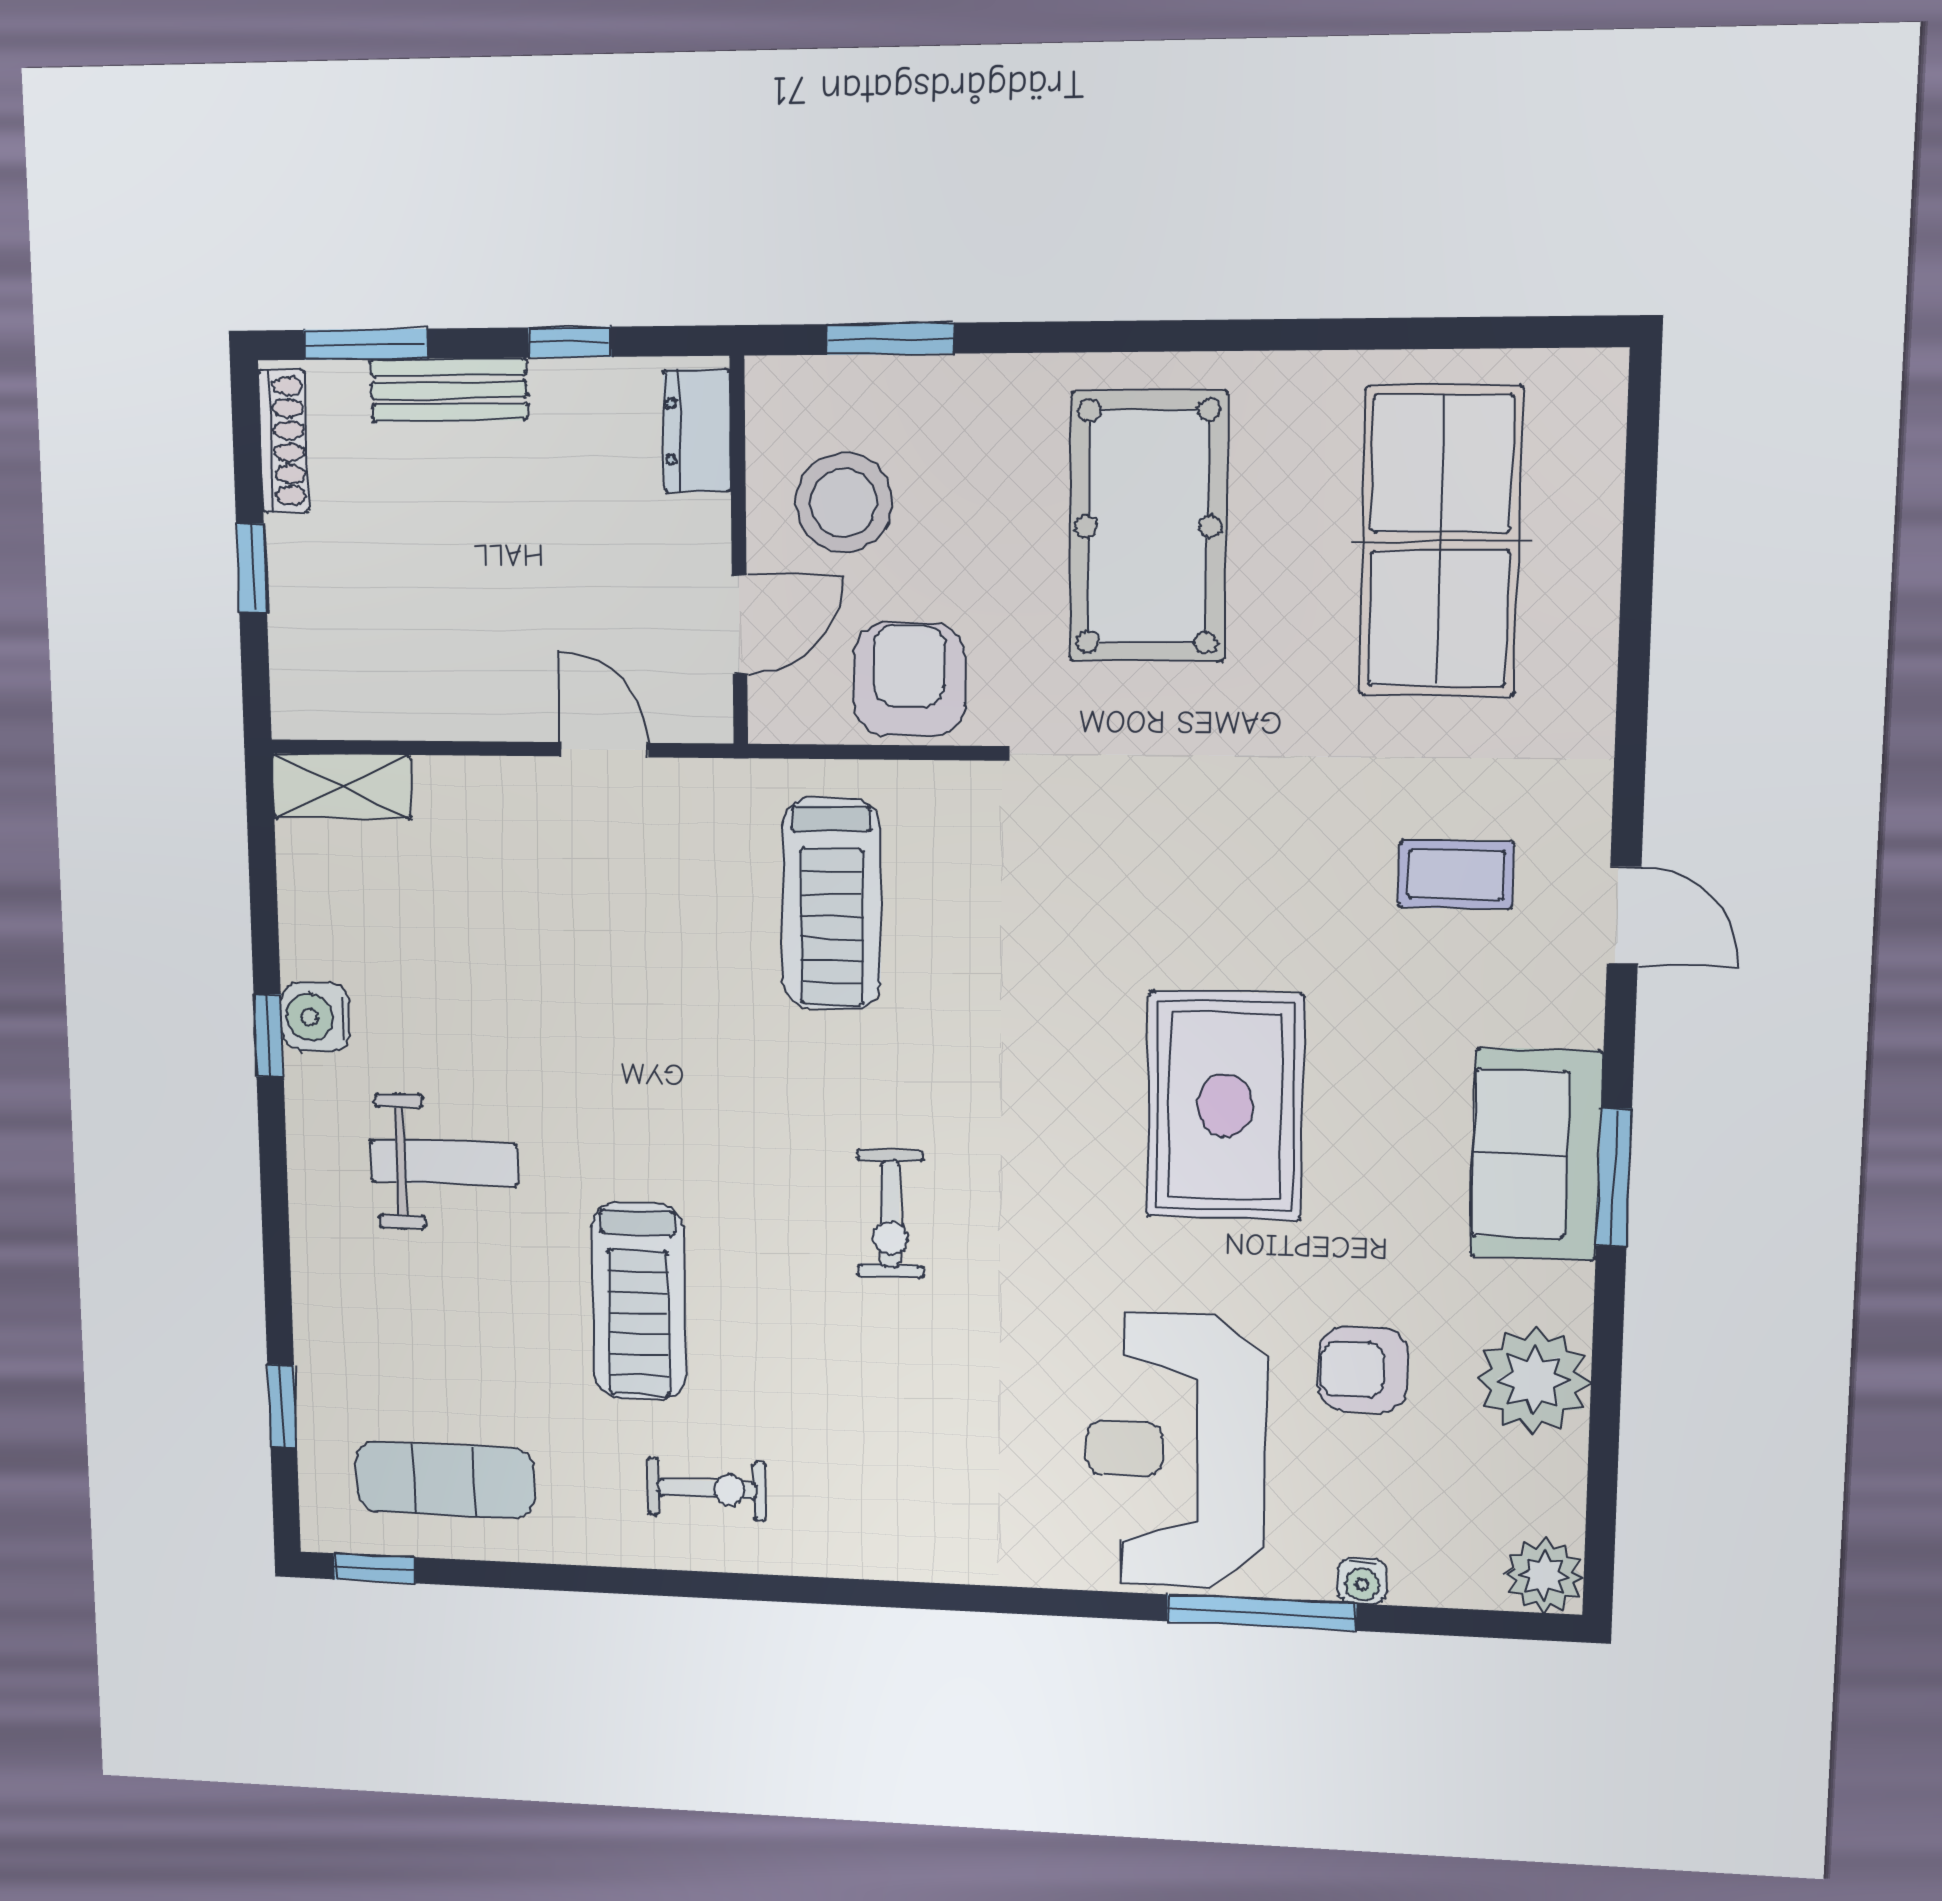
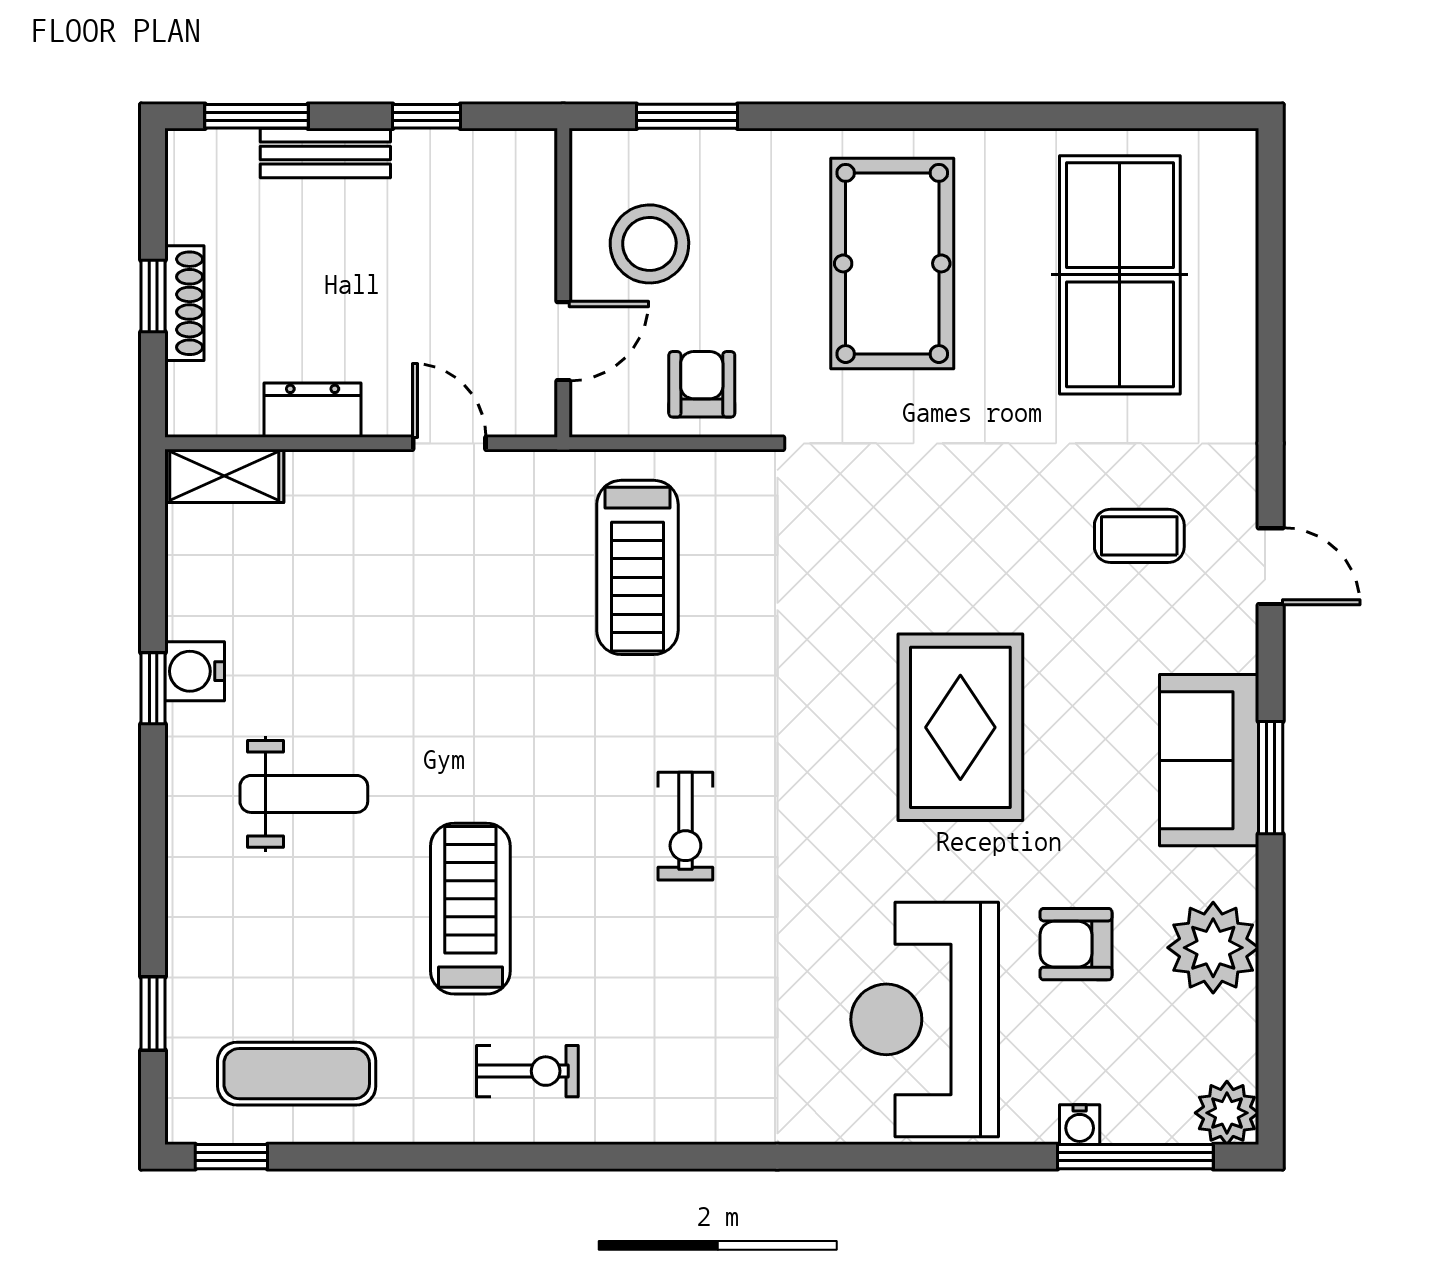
dresser: (697, 431) -> (313, 410), moved, turned 90
shoe rack: (284, 441) -> (184, 303), moved
armchair: (909, 679) -> (702, 384), width x0.72, depth x0.72
treadmill: (639, 1301) -> (470, 909), turned 180
window: (1261, 1613) -> (1135, 1157), moved

